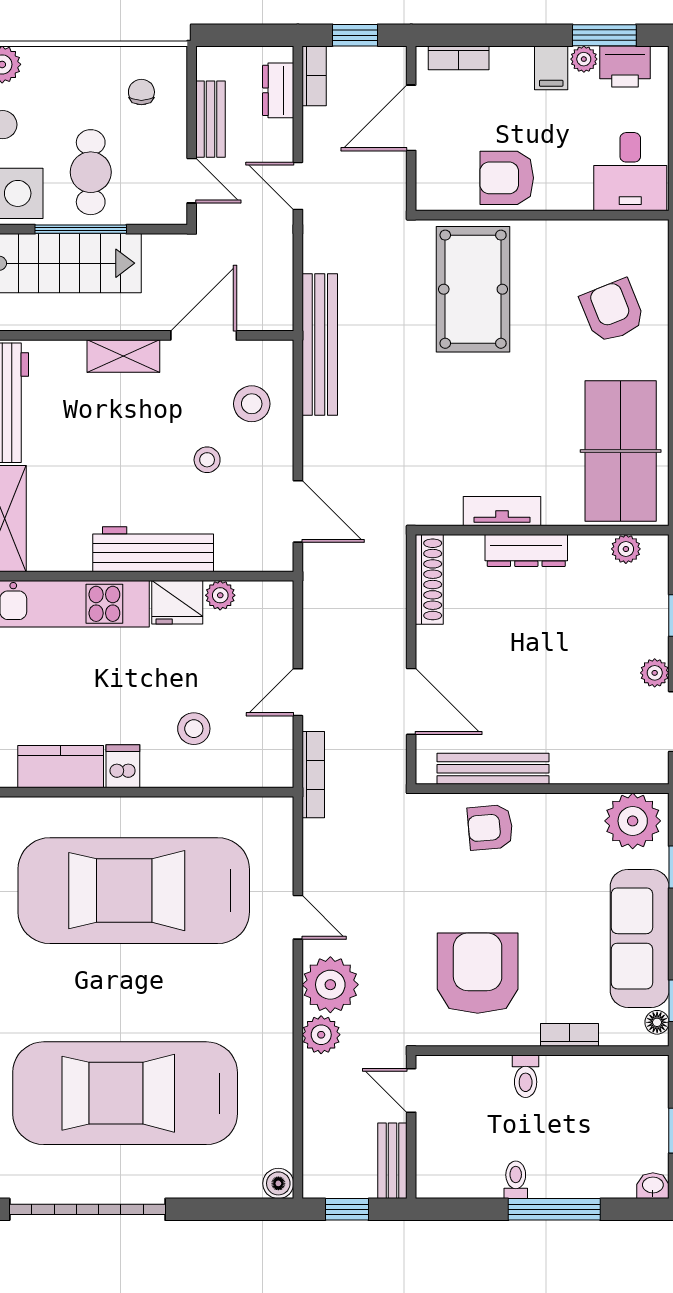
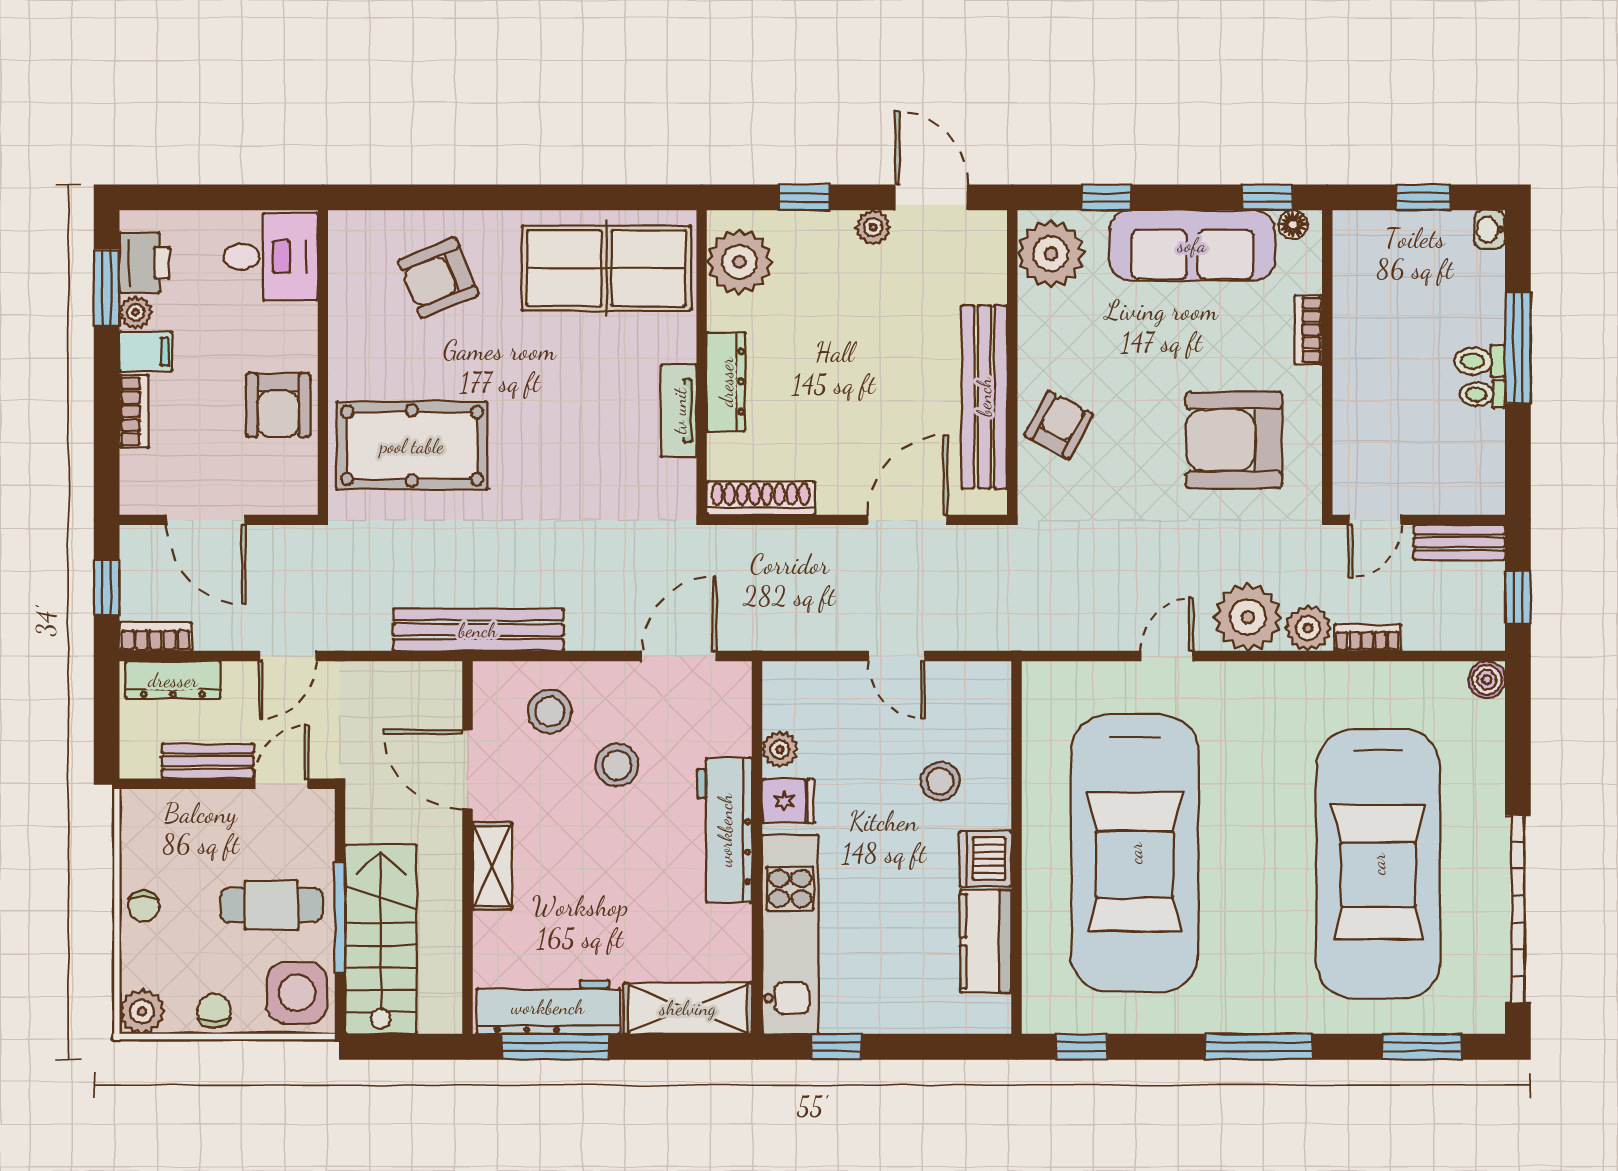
bookcase: (459, 58) -> (134, 411), moved
dresser: (278, 90) -> (173, 680), width x1.44
chair: (141, 92) -> (144, 906), moved, turned -90
stool: (207, 460) -> (617, 765), width x1.37, depth x1.37
plant: (626, 549) -> (740, 262), width x1.88, depth x1.88
fridge: (177, 602) -> (788, 801), width x0.72
dishwasher: (123, 766) -> (985, 859), width x1.38
bench: (493, 769) -> (984, 397), width x1.37, depth x1.21
bookcase: (313, 775) -> (1368, 638), moved, width x0.64
armchair: (490, 827) -> (1059, 425), turned -147
toilet: (526, 1076) -> (1479, 361), moved, turned 180

